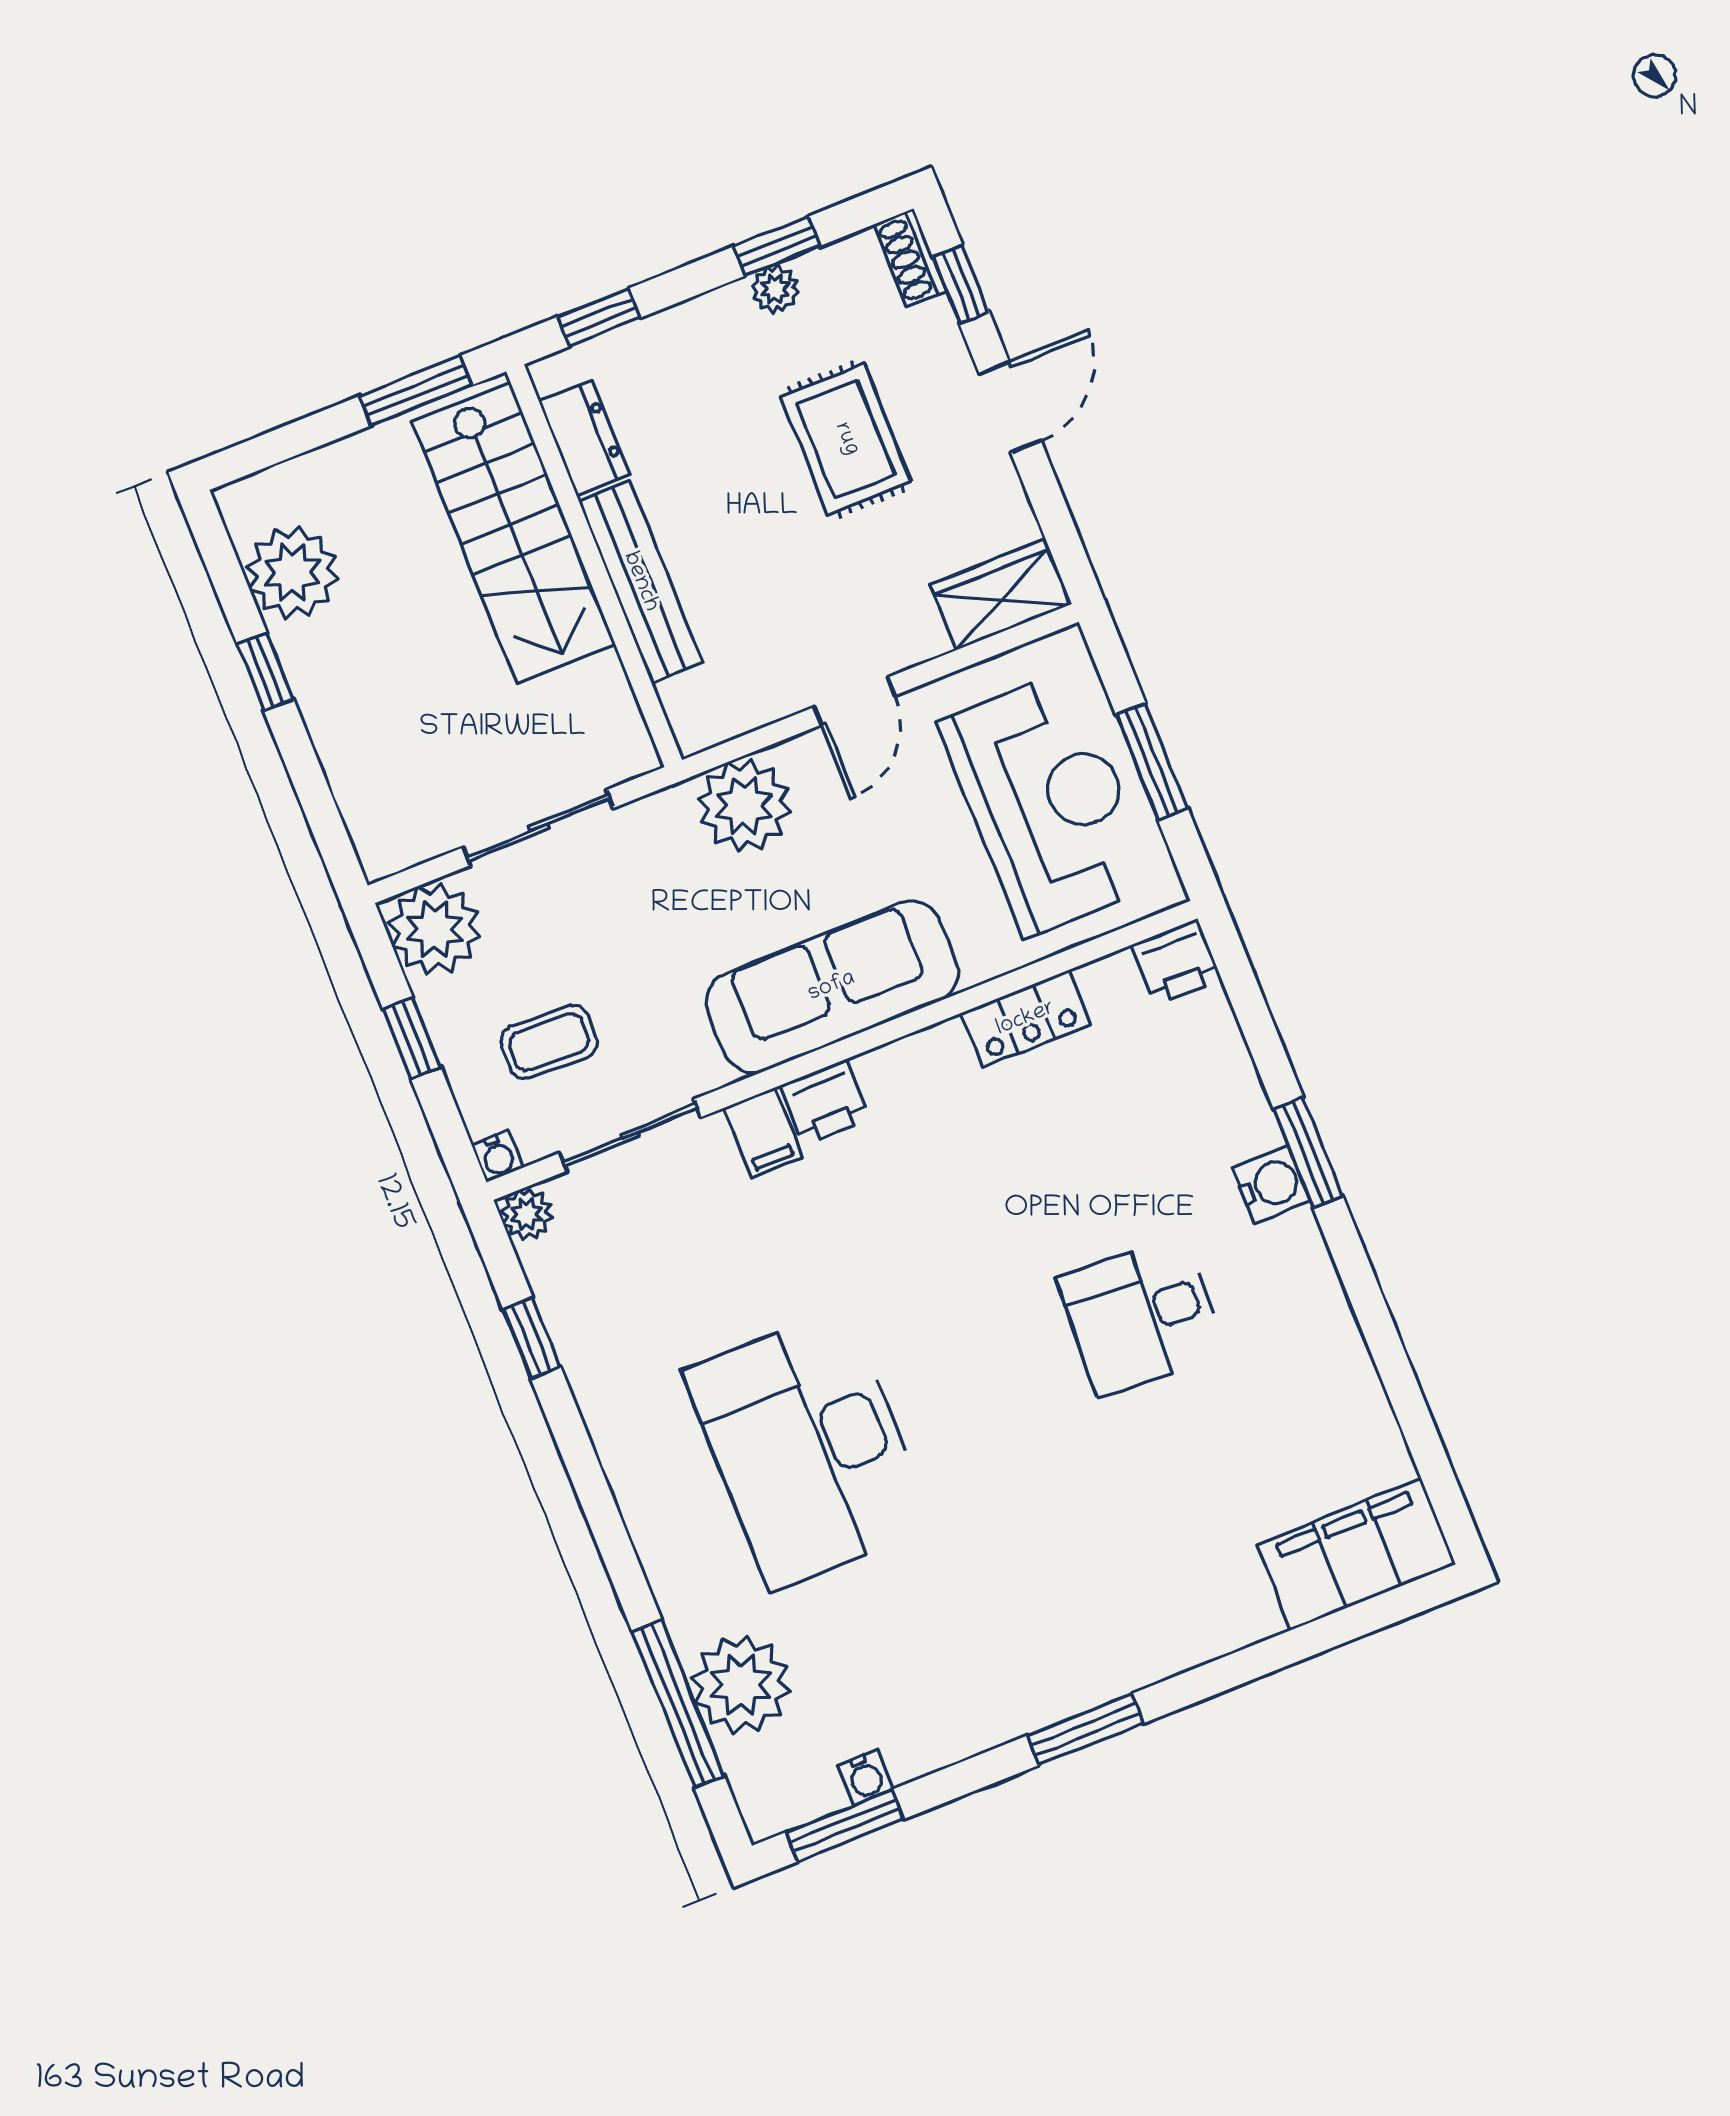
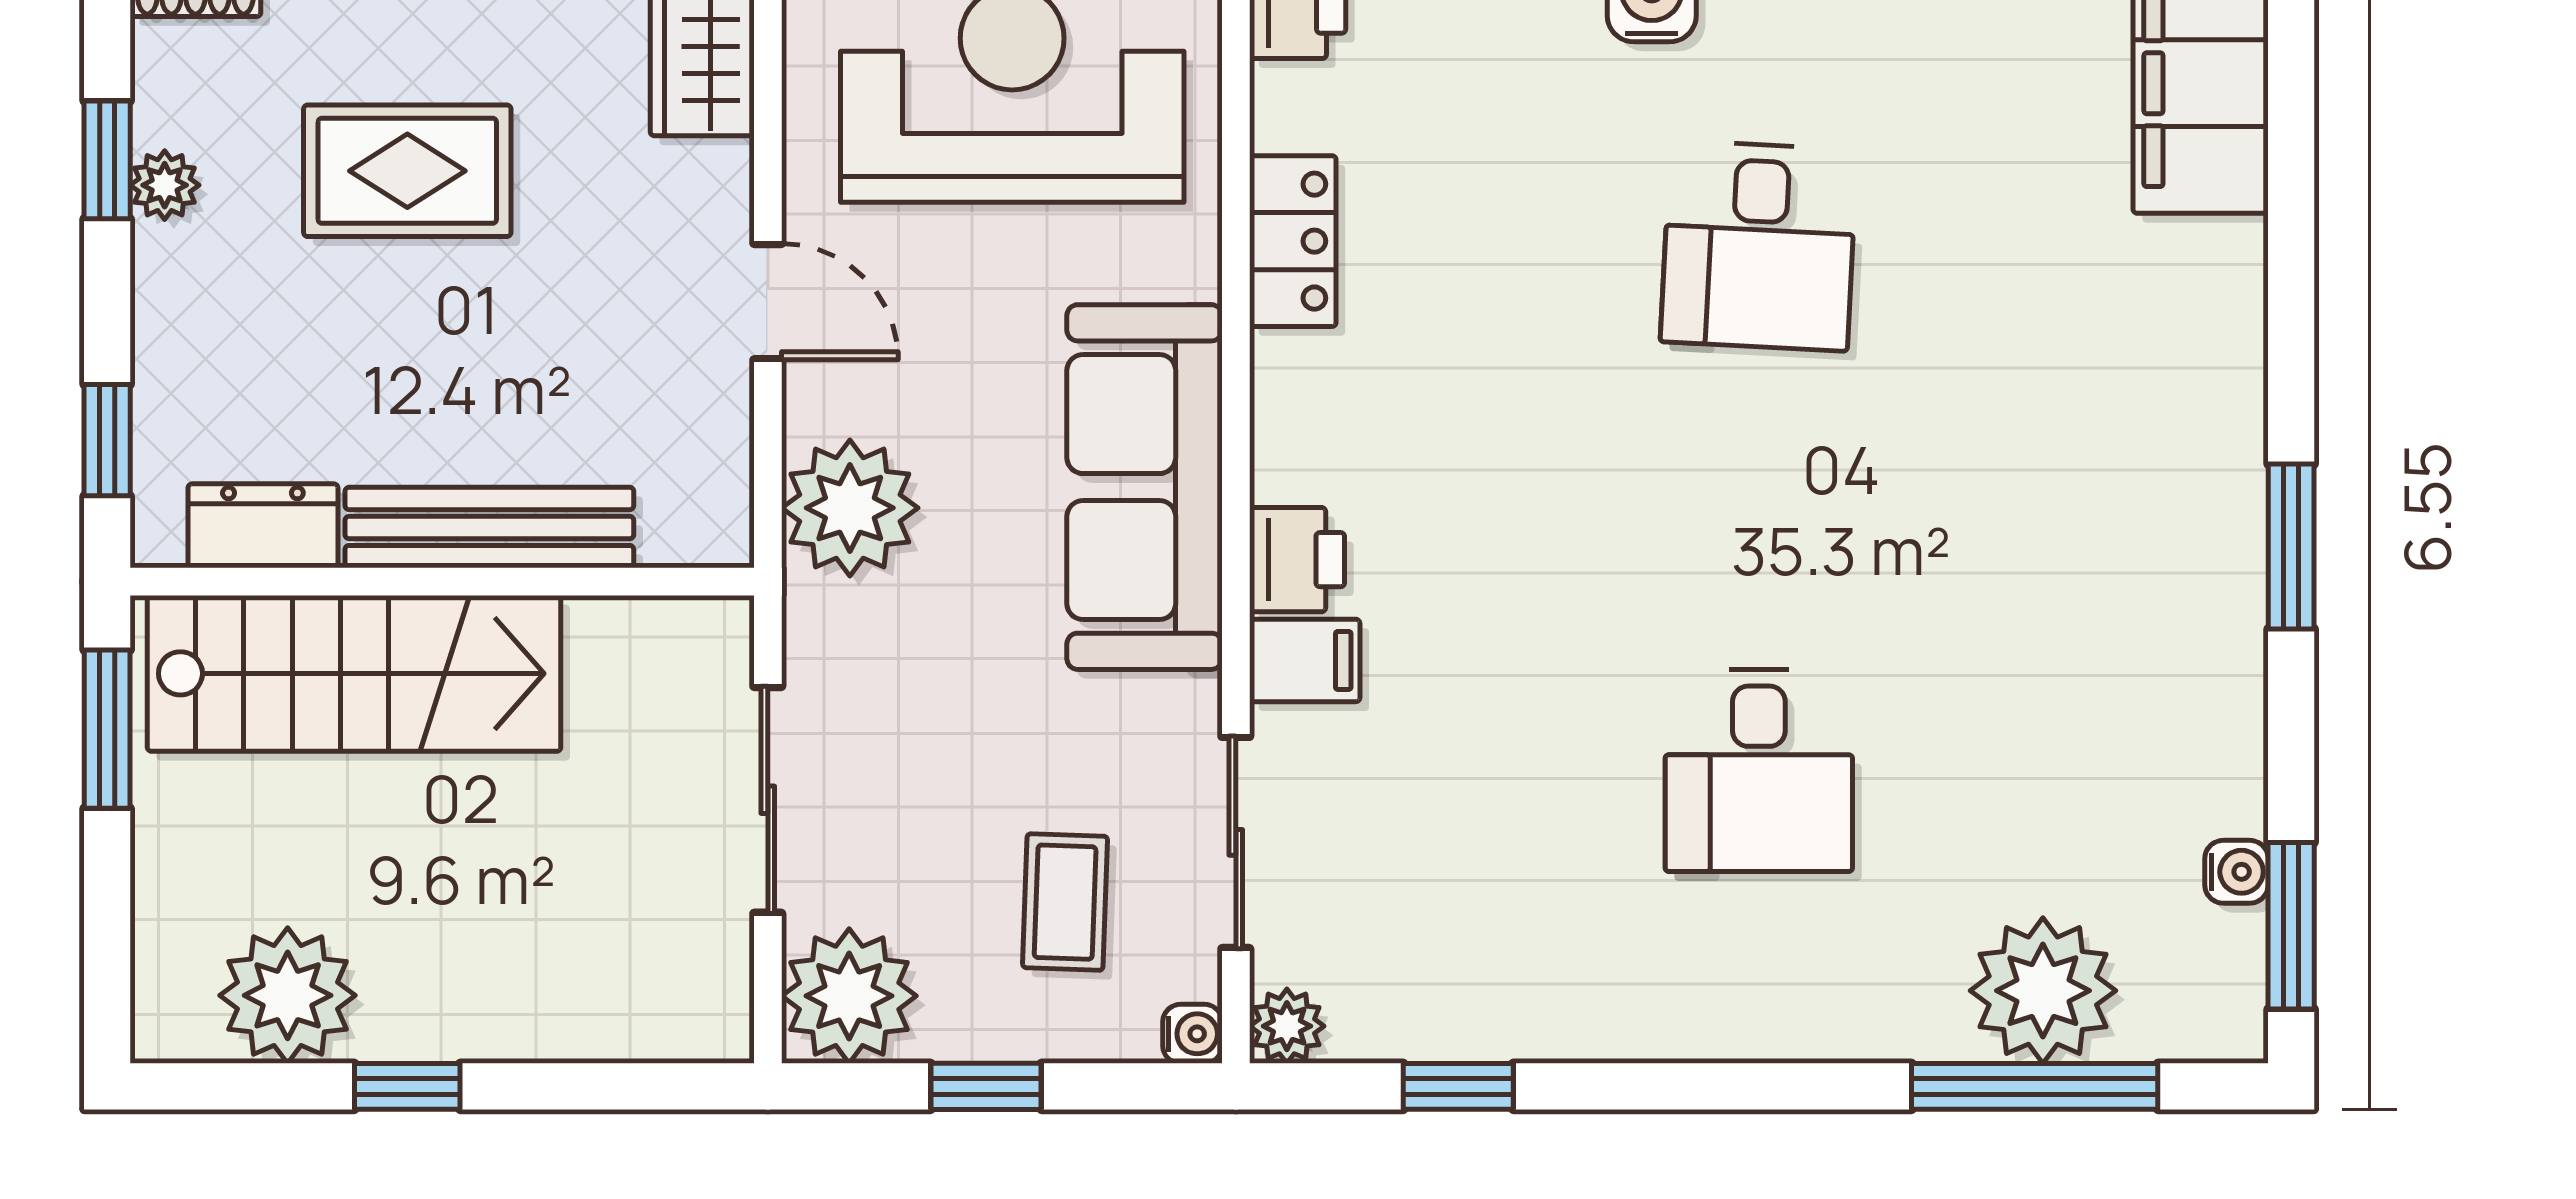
desk: (808, 1449) -> (1759, 771), width x0.53, depth x0.77

